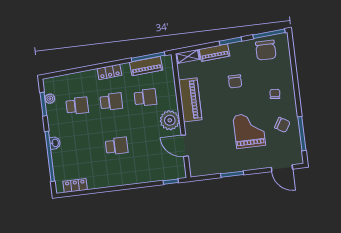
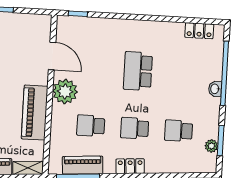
school desk: (117, 146) -> (138, 71), width x1.85

